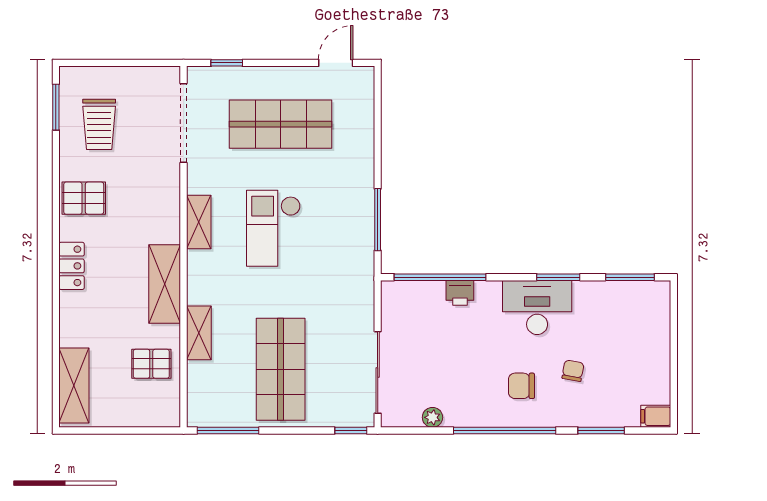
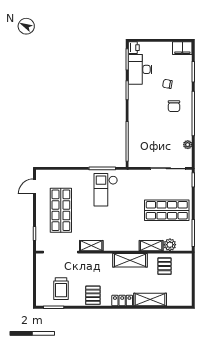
door: (336, 63) -> (34, 186), hinge flipped
trolley: (99, 124) -> (61, 289), turned 90
shelving: (199, 222) -> (91, 246), moved
checkout: (273, 228) -> (106, 190), moved, turned 90
printer: (460, 293) -> (134, 48), moved
desk: (537, 308) -> (140, 69), moved
plant: (201, 376) -> (170, 245), added
shelving: (74, 386) -> (150, 299), moved
filing cabinet: (656, 416) -> (182, 48), width x2.00

